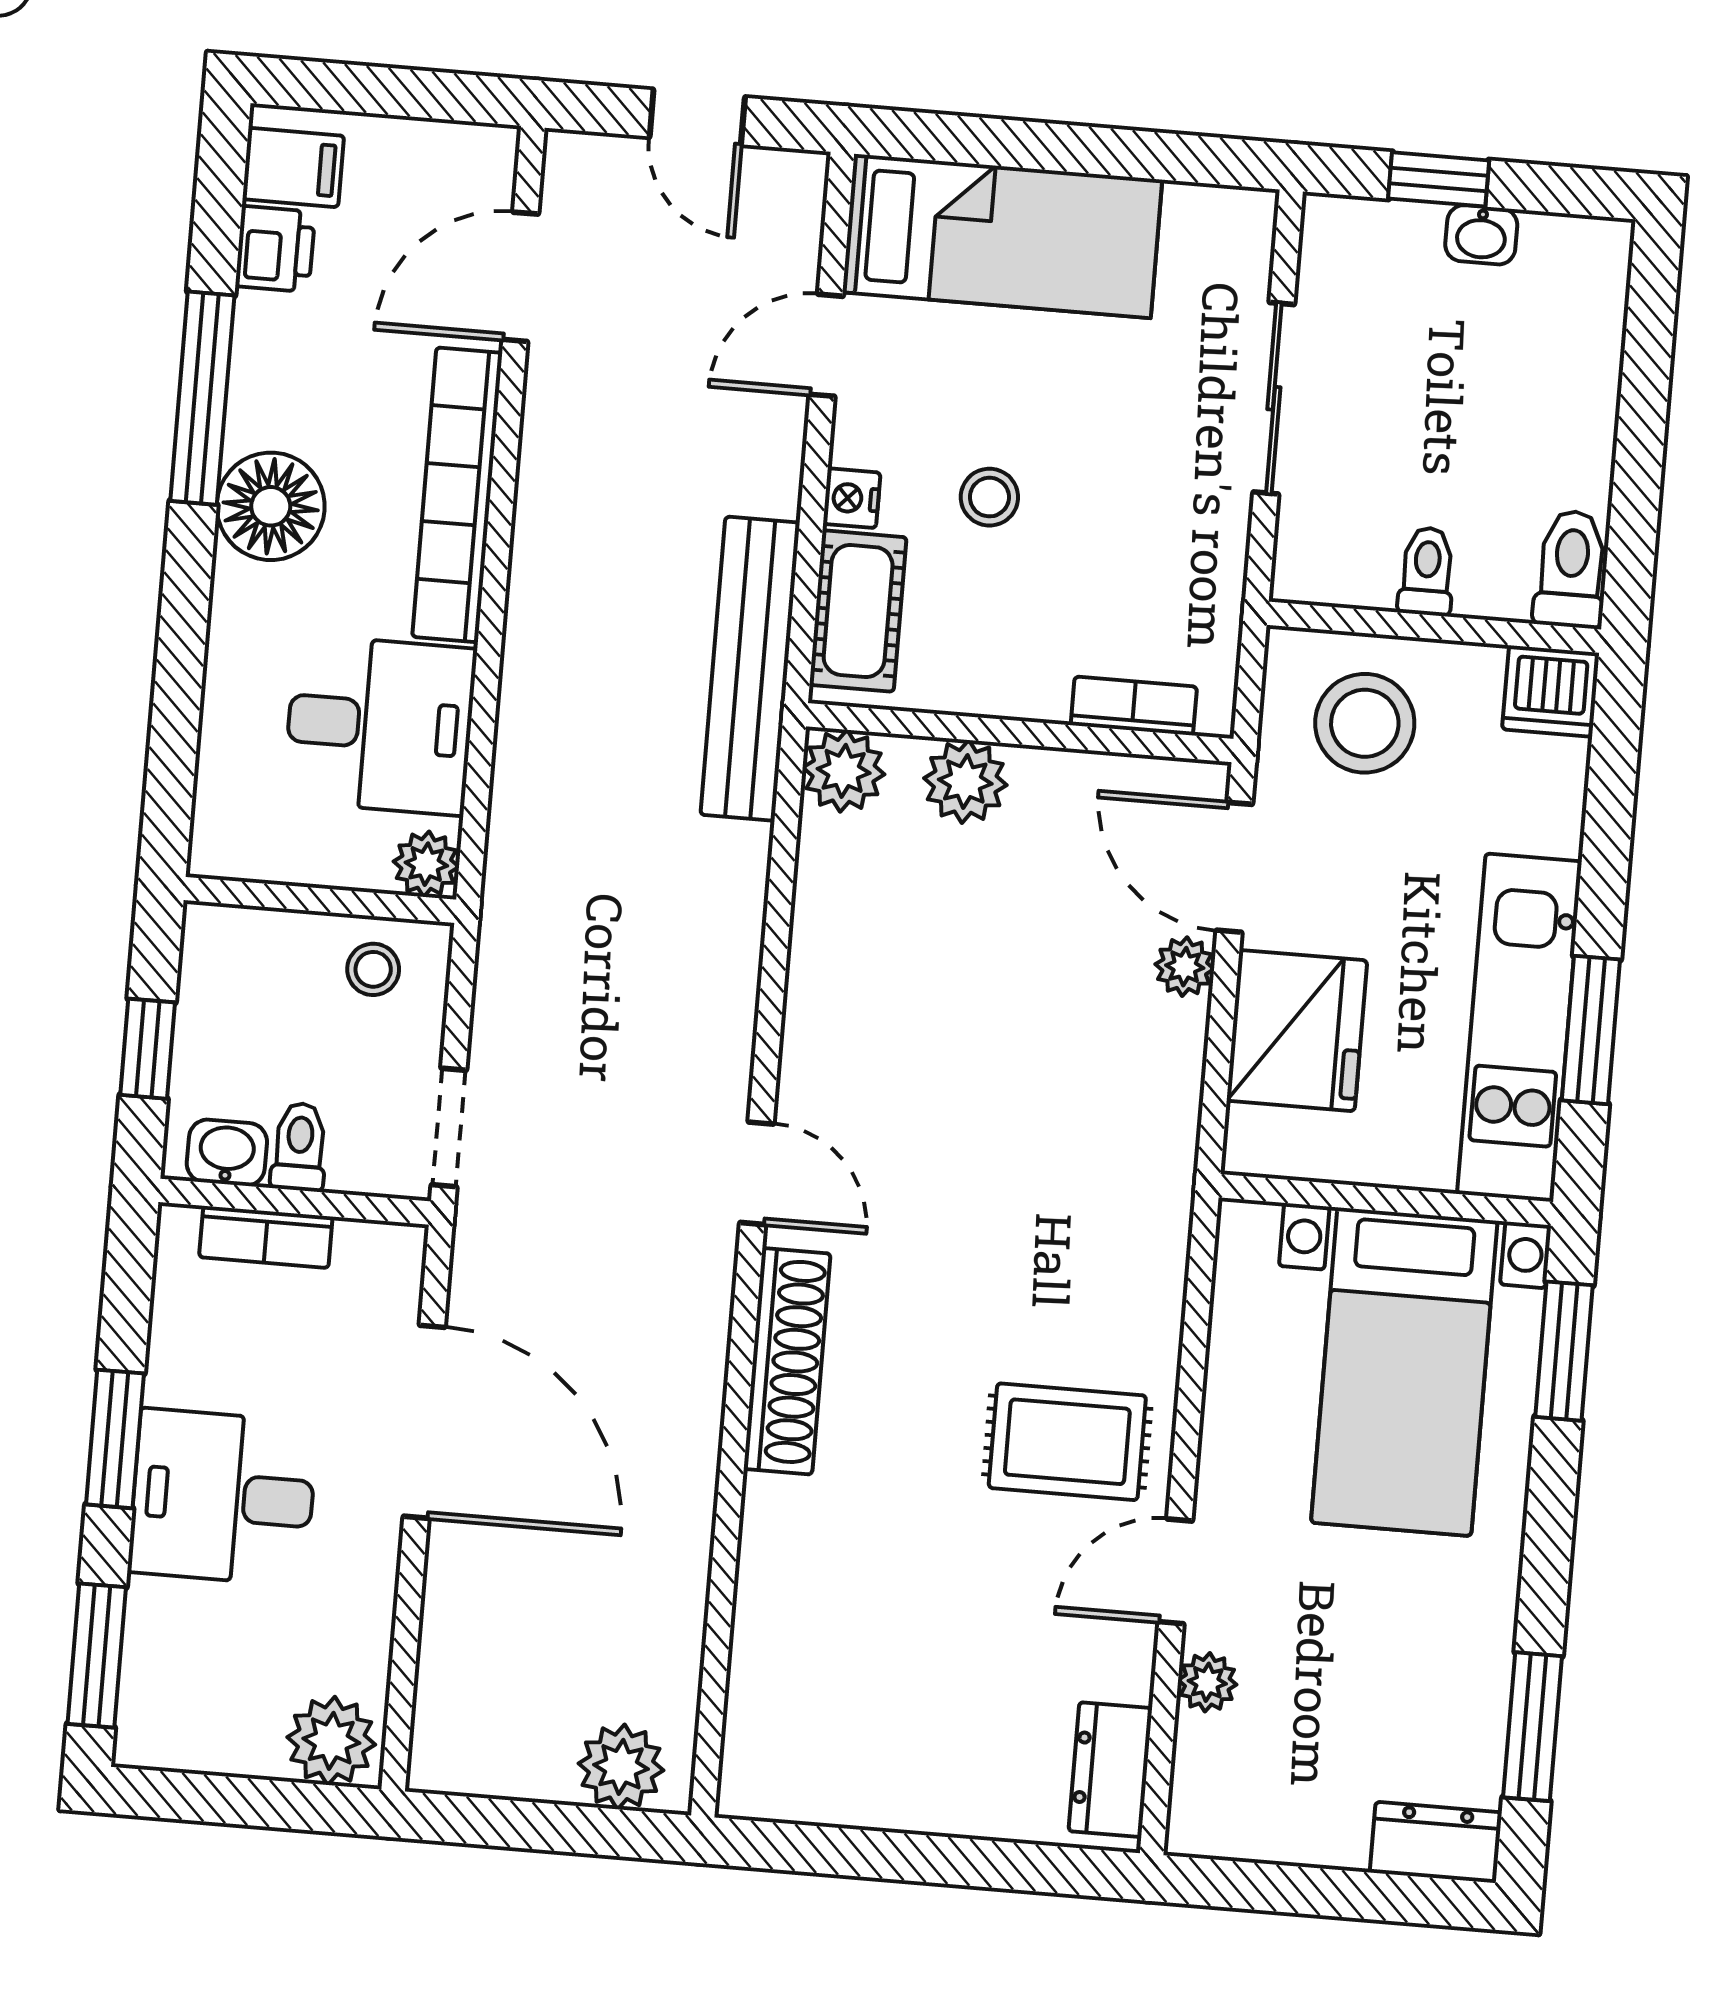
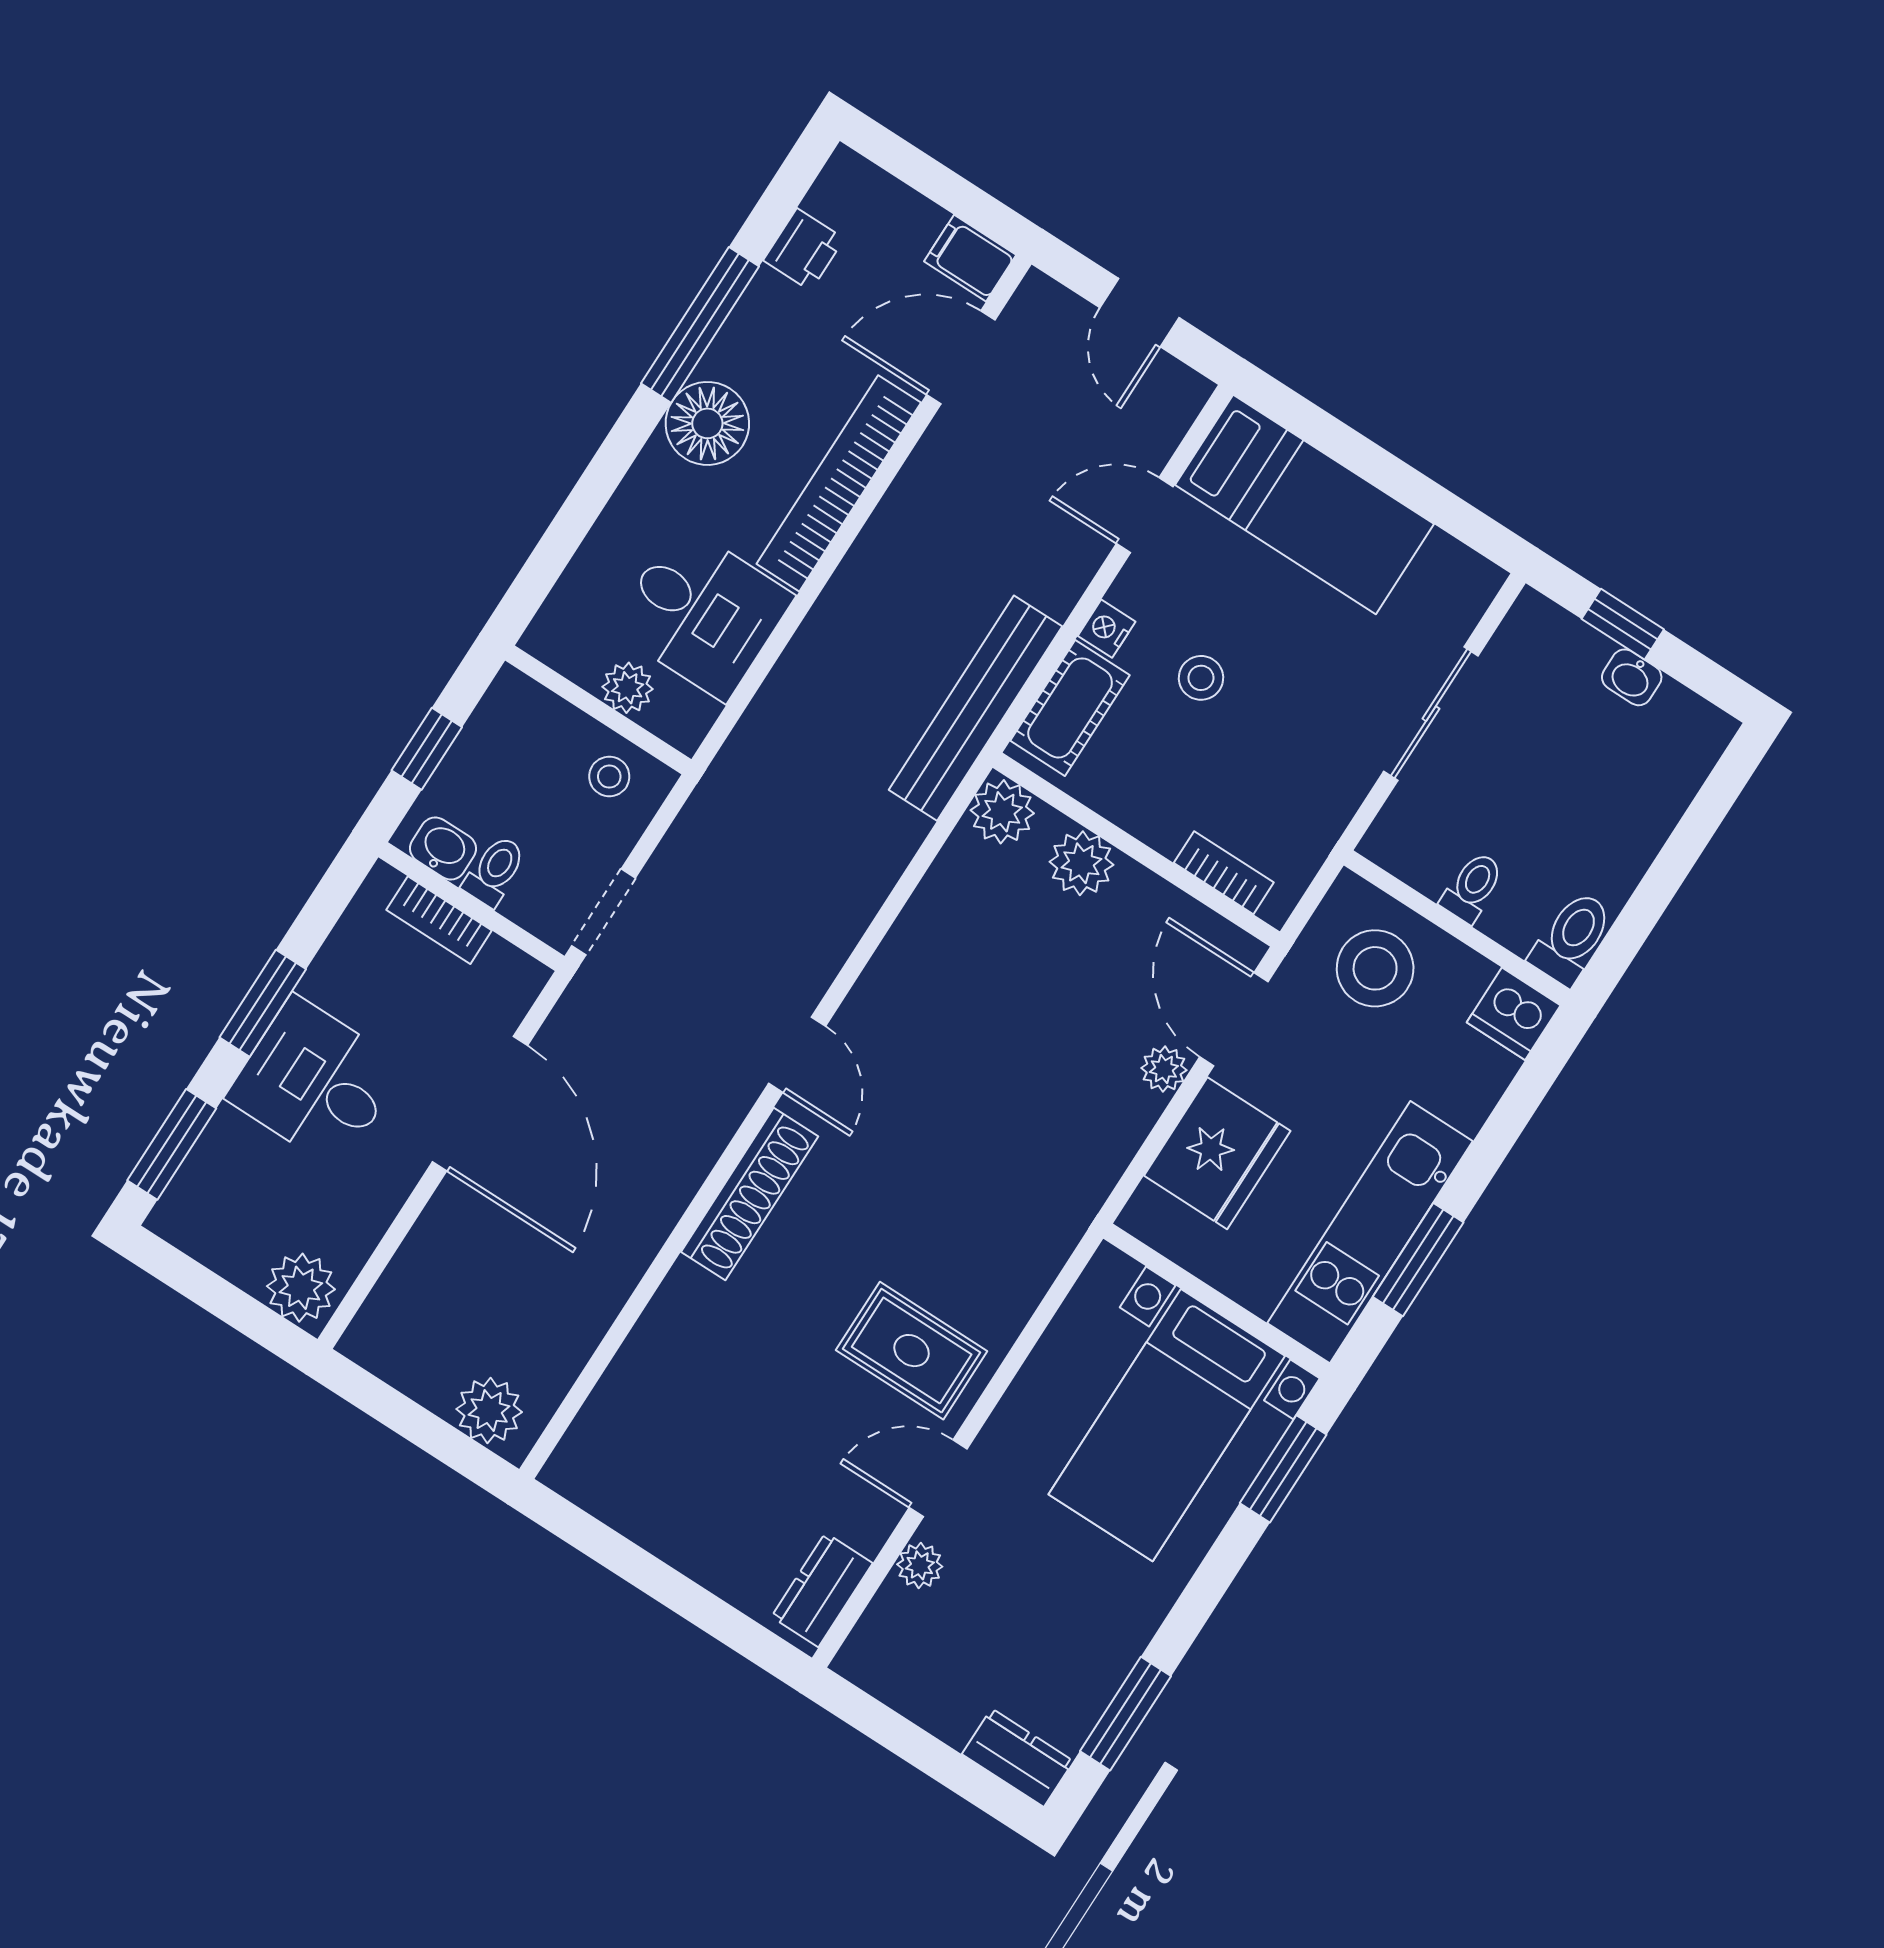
filing cabinet: (293, 168) -> (970, 258), moved, turned 180
plant: (426, 864) -> (628, 688), moved

